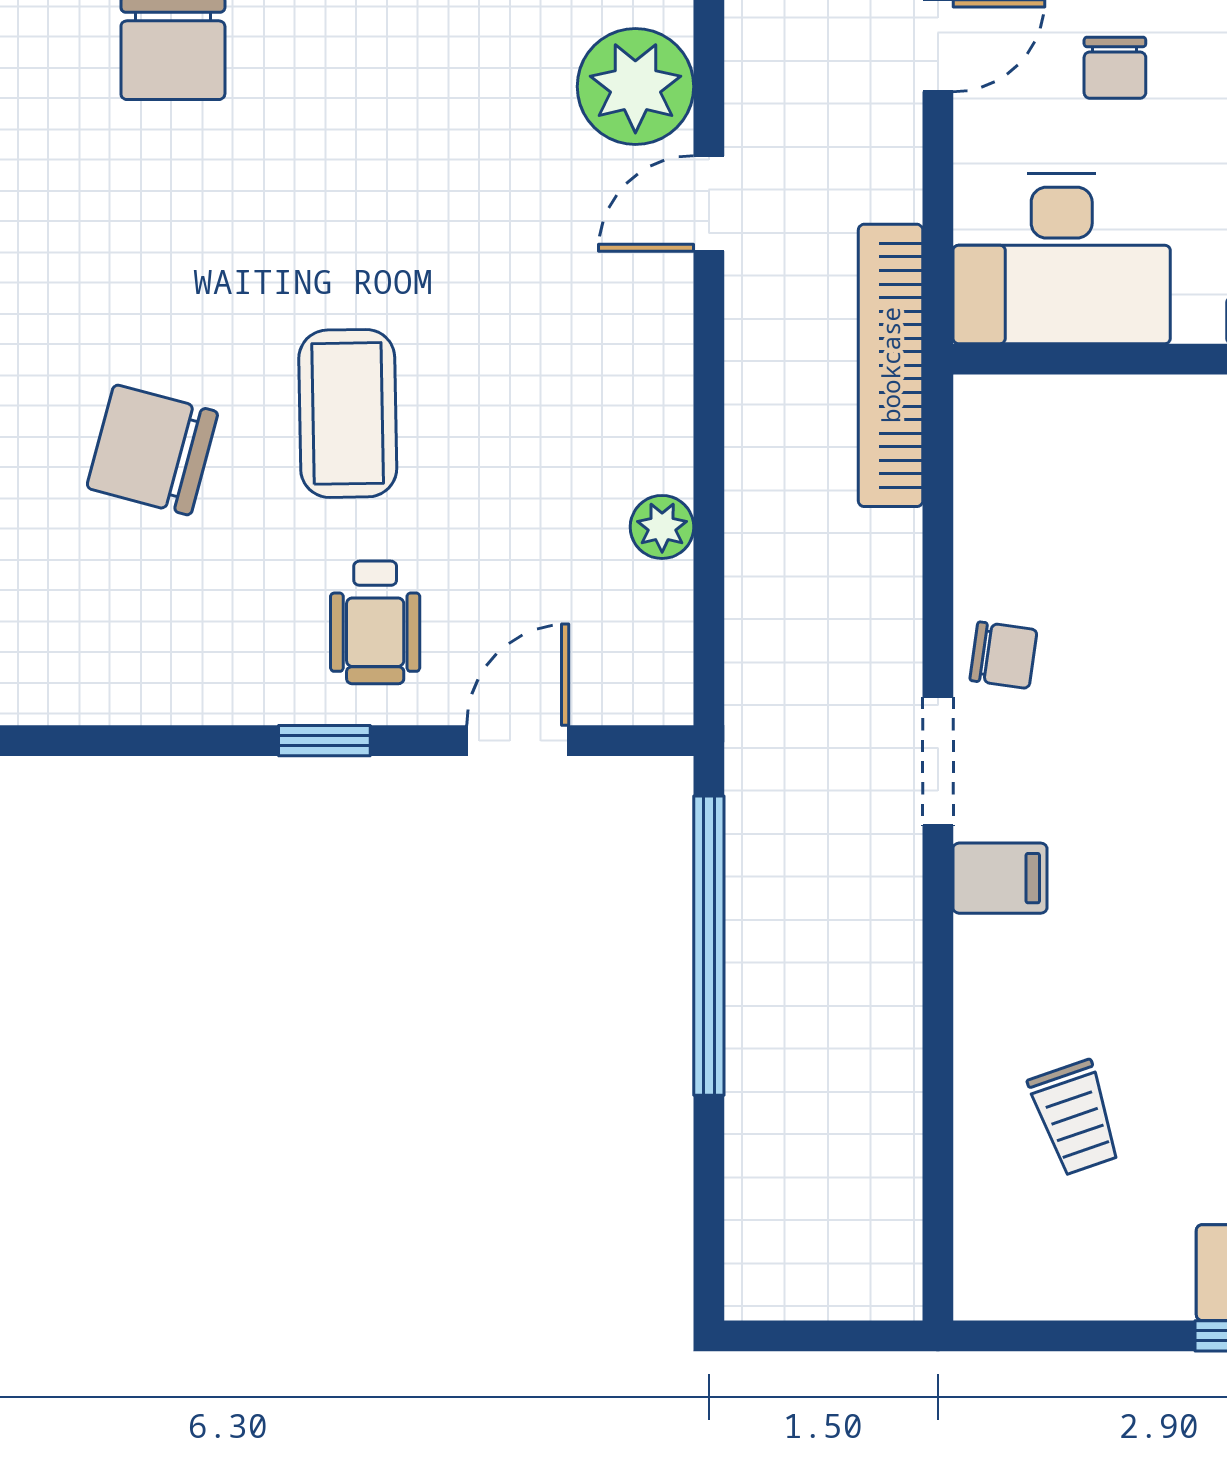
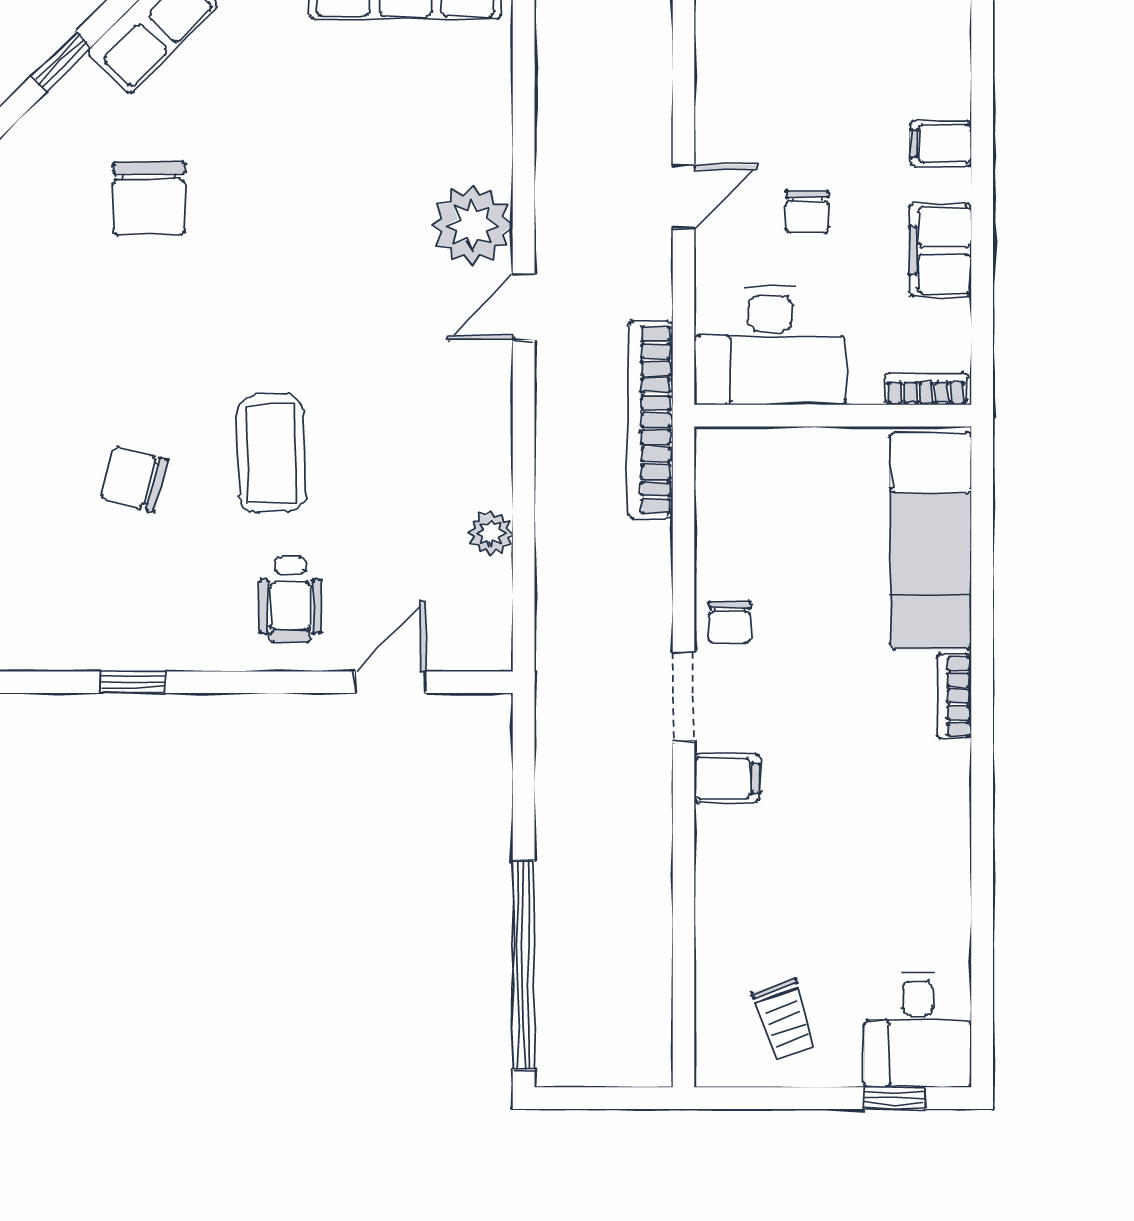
chair: (152, 450) -> (135, 479), width x0.73, depth x0.73
chair: (1003, 655) -> (729, 622), turned 82
window: (324, 741) -> (133, 682), moved
window: (709, 946) -> (524, 965), moved
trolley: (1075, 1118) -> (785, 1019), moved

